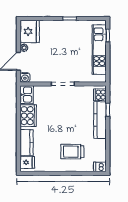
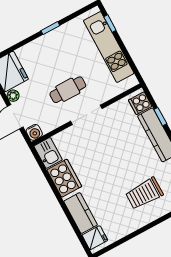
cafe table: (60, 62) -> (68, 90), added

